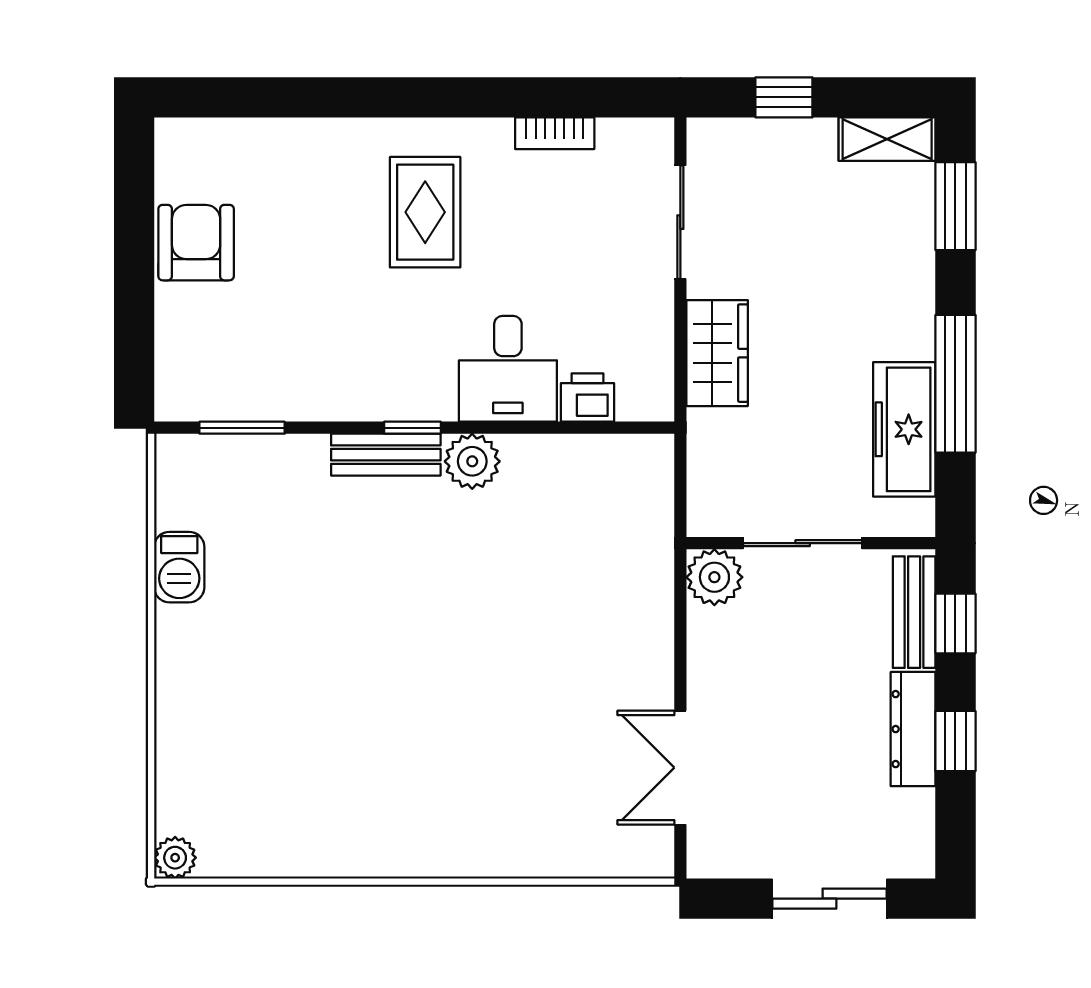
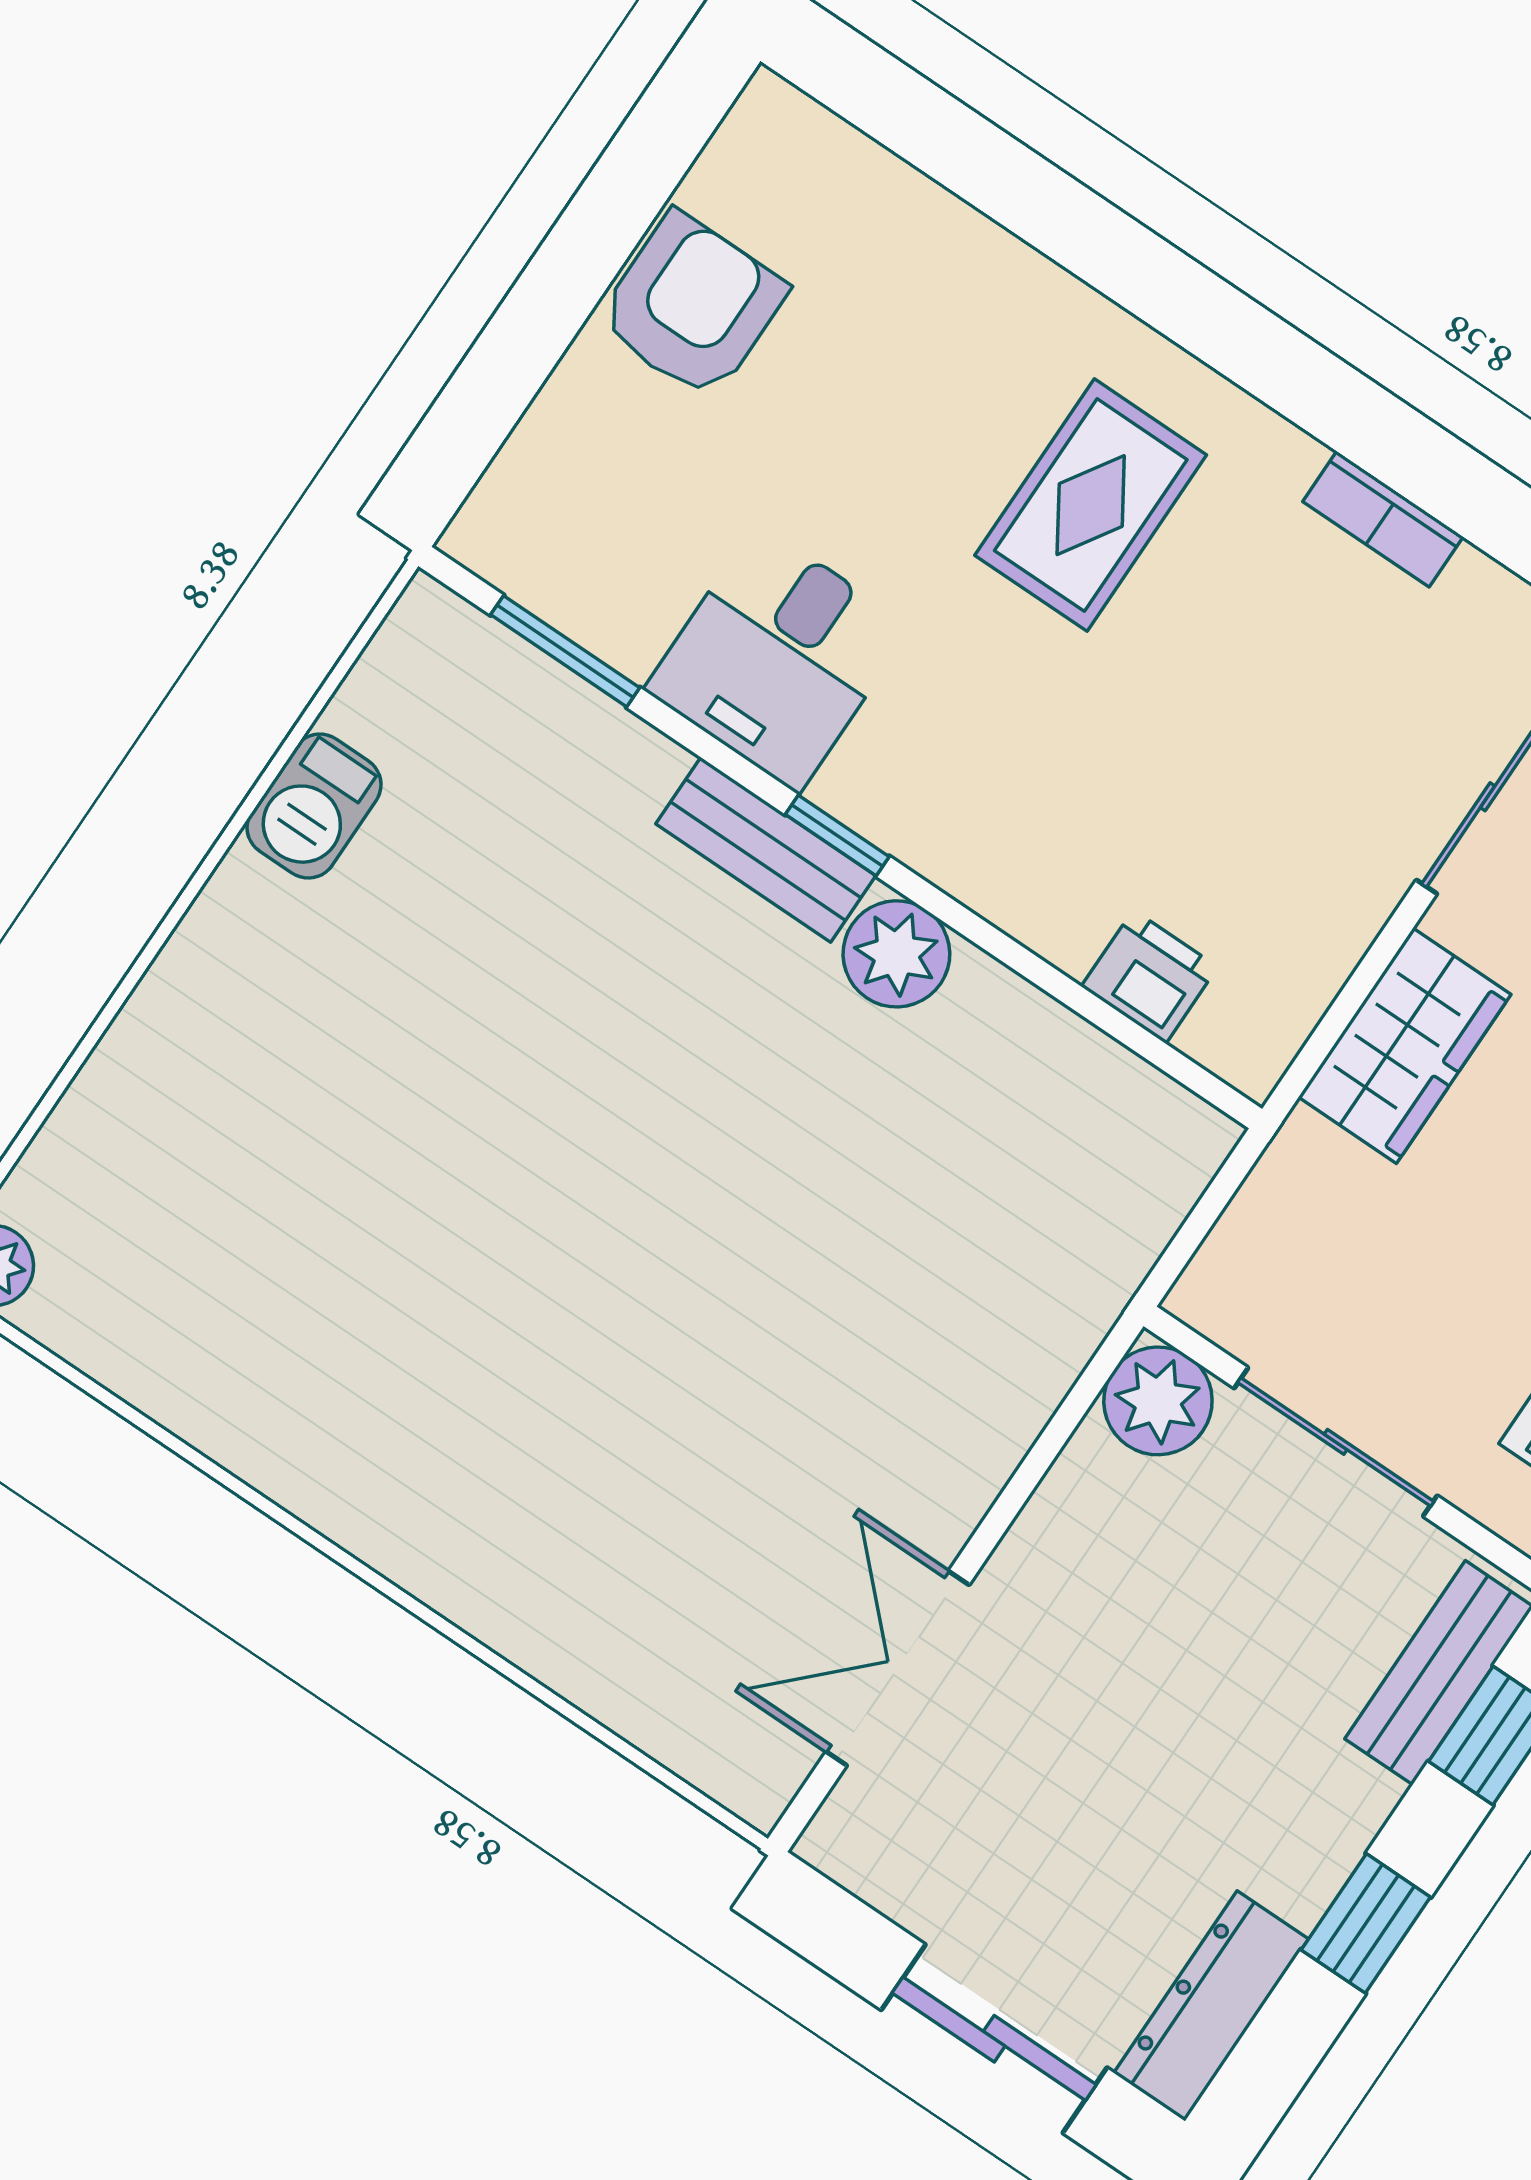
desk: (508, 369) -> (778, 658), moved
dresser: (913, 729) -> (1211, 2006), moved

